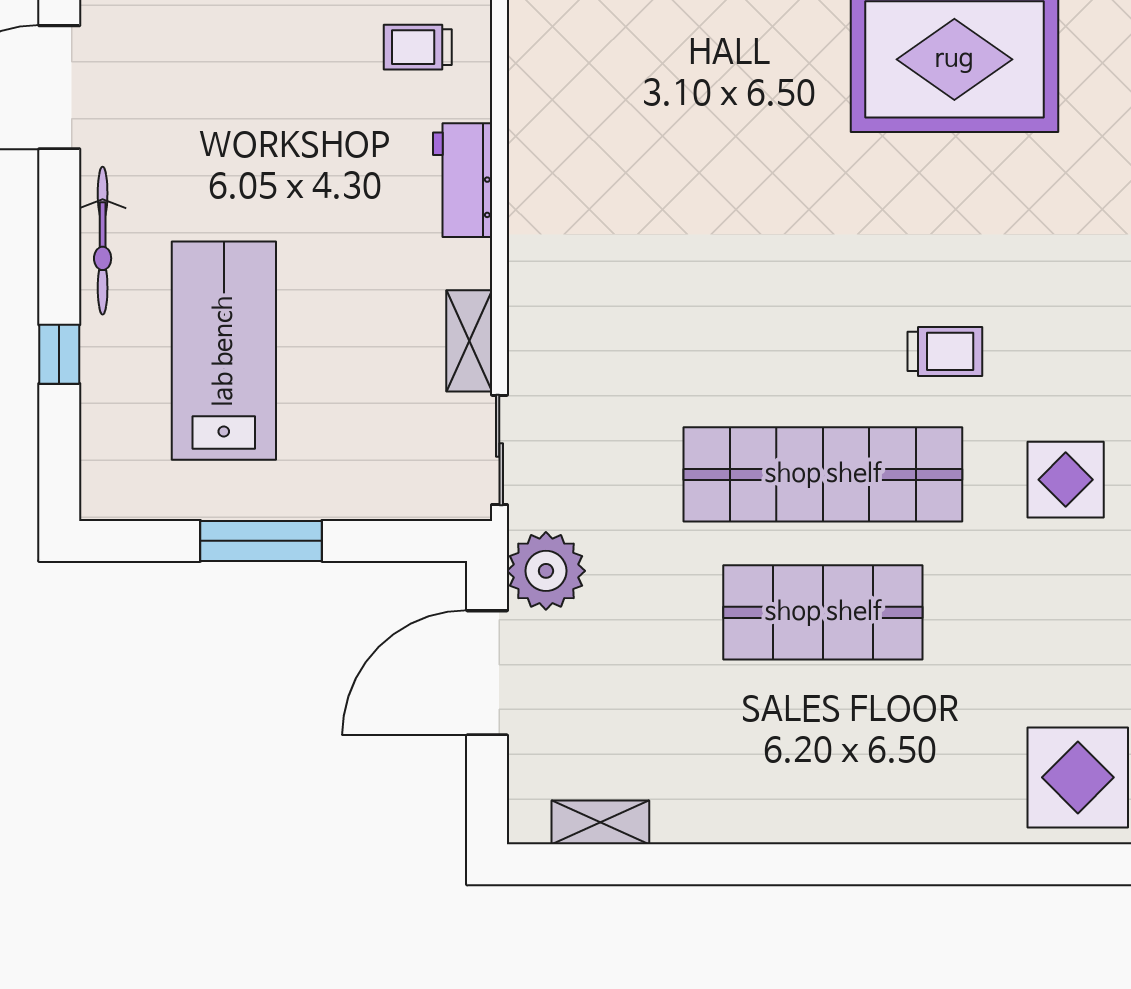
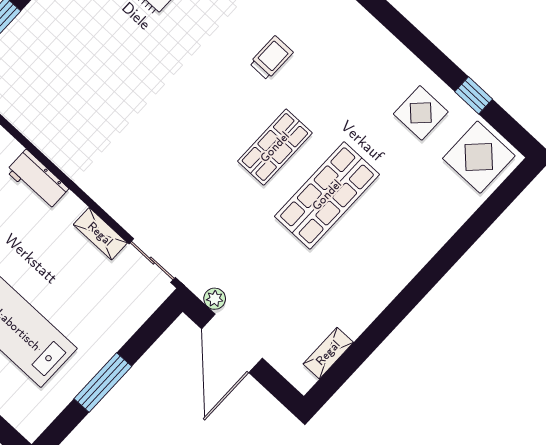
shop shelf: (823, 474) -> (275, 147), width x0.50, depth x0.74
display table: (1066, 480) -> (421, 113), moved
plant: (546, 571) -> (215, 299), width x0.53, depth x0.53

